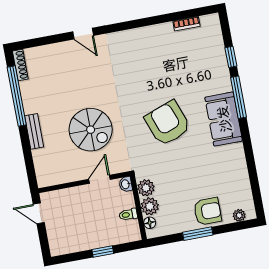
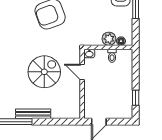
bench: (34, 131) -> (33, 114), width x1.36
plant: (146, 188) -> (95, 39), removed
window: (103, 251) -> (136, 98), moved

